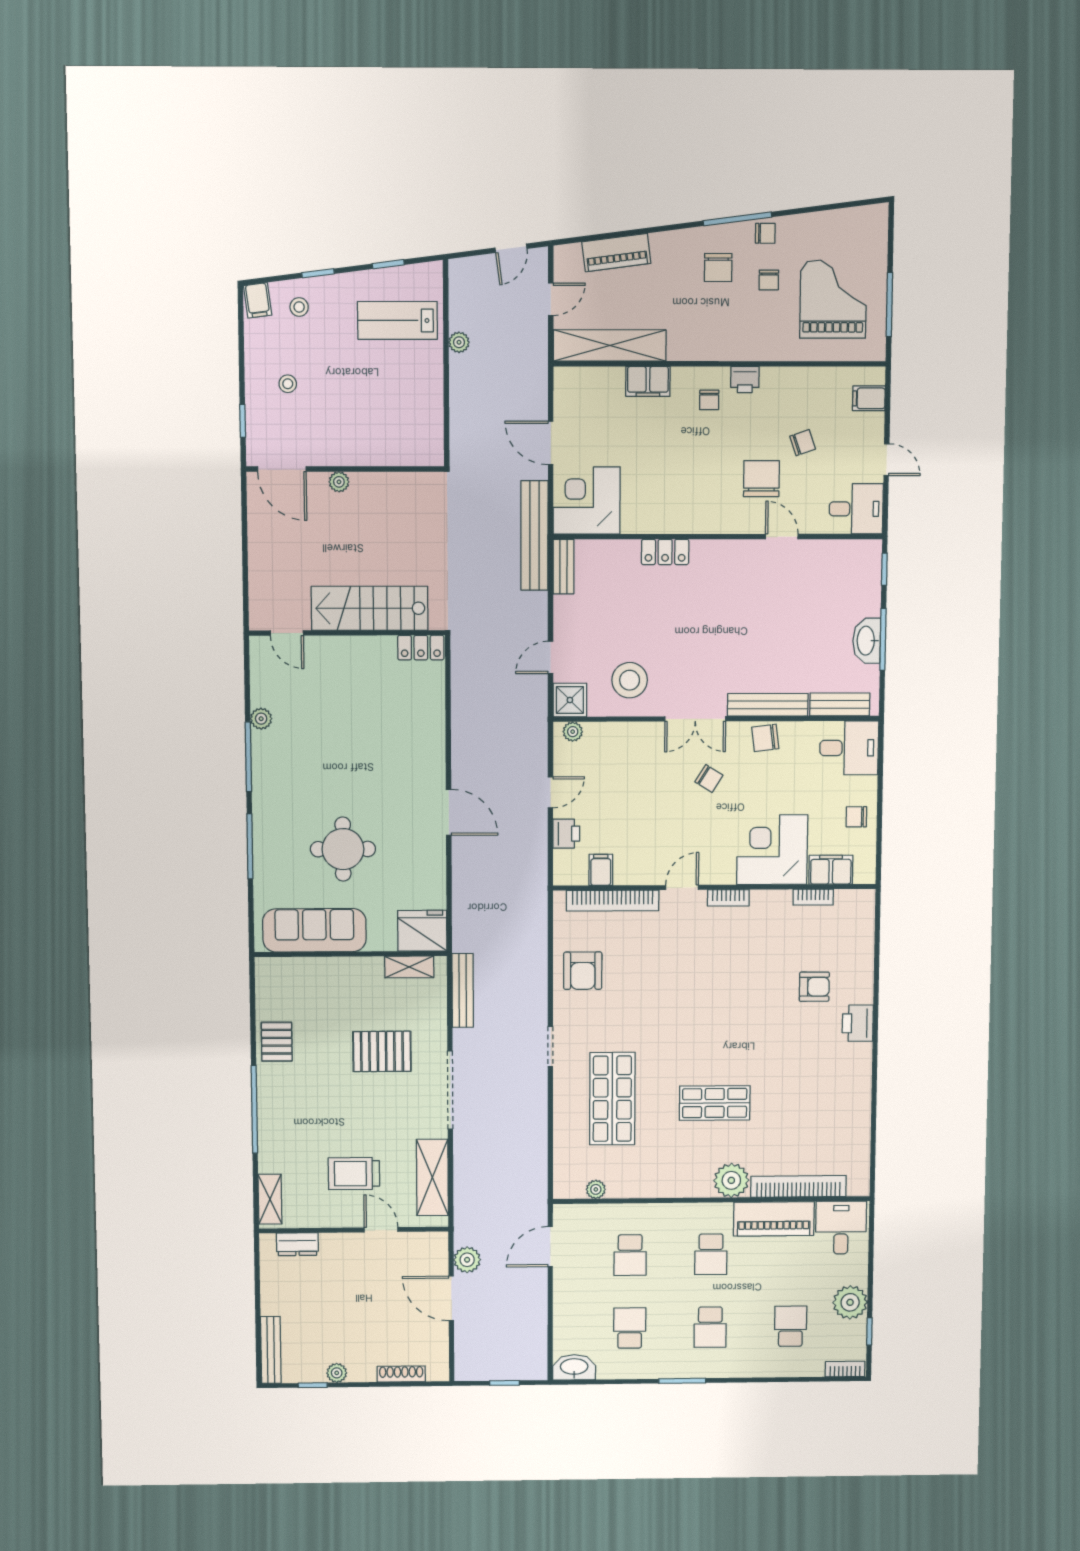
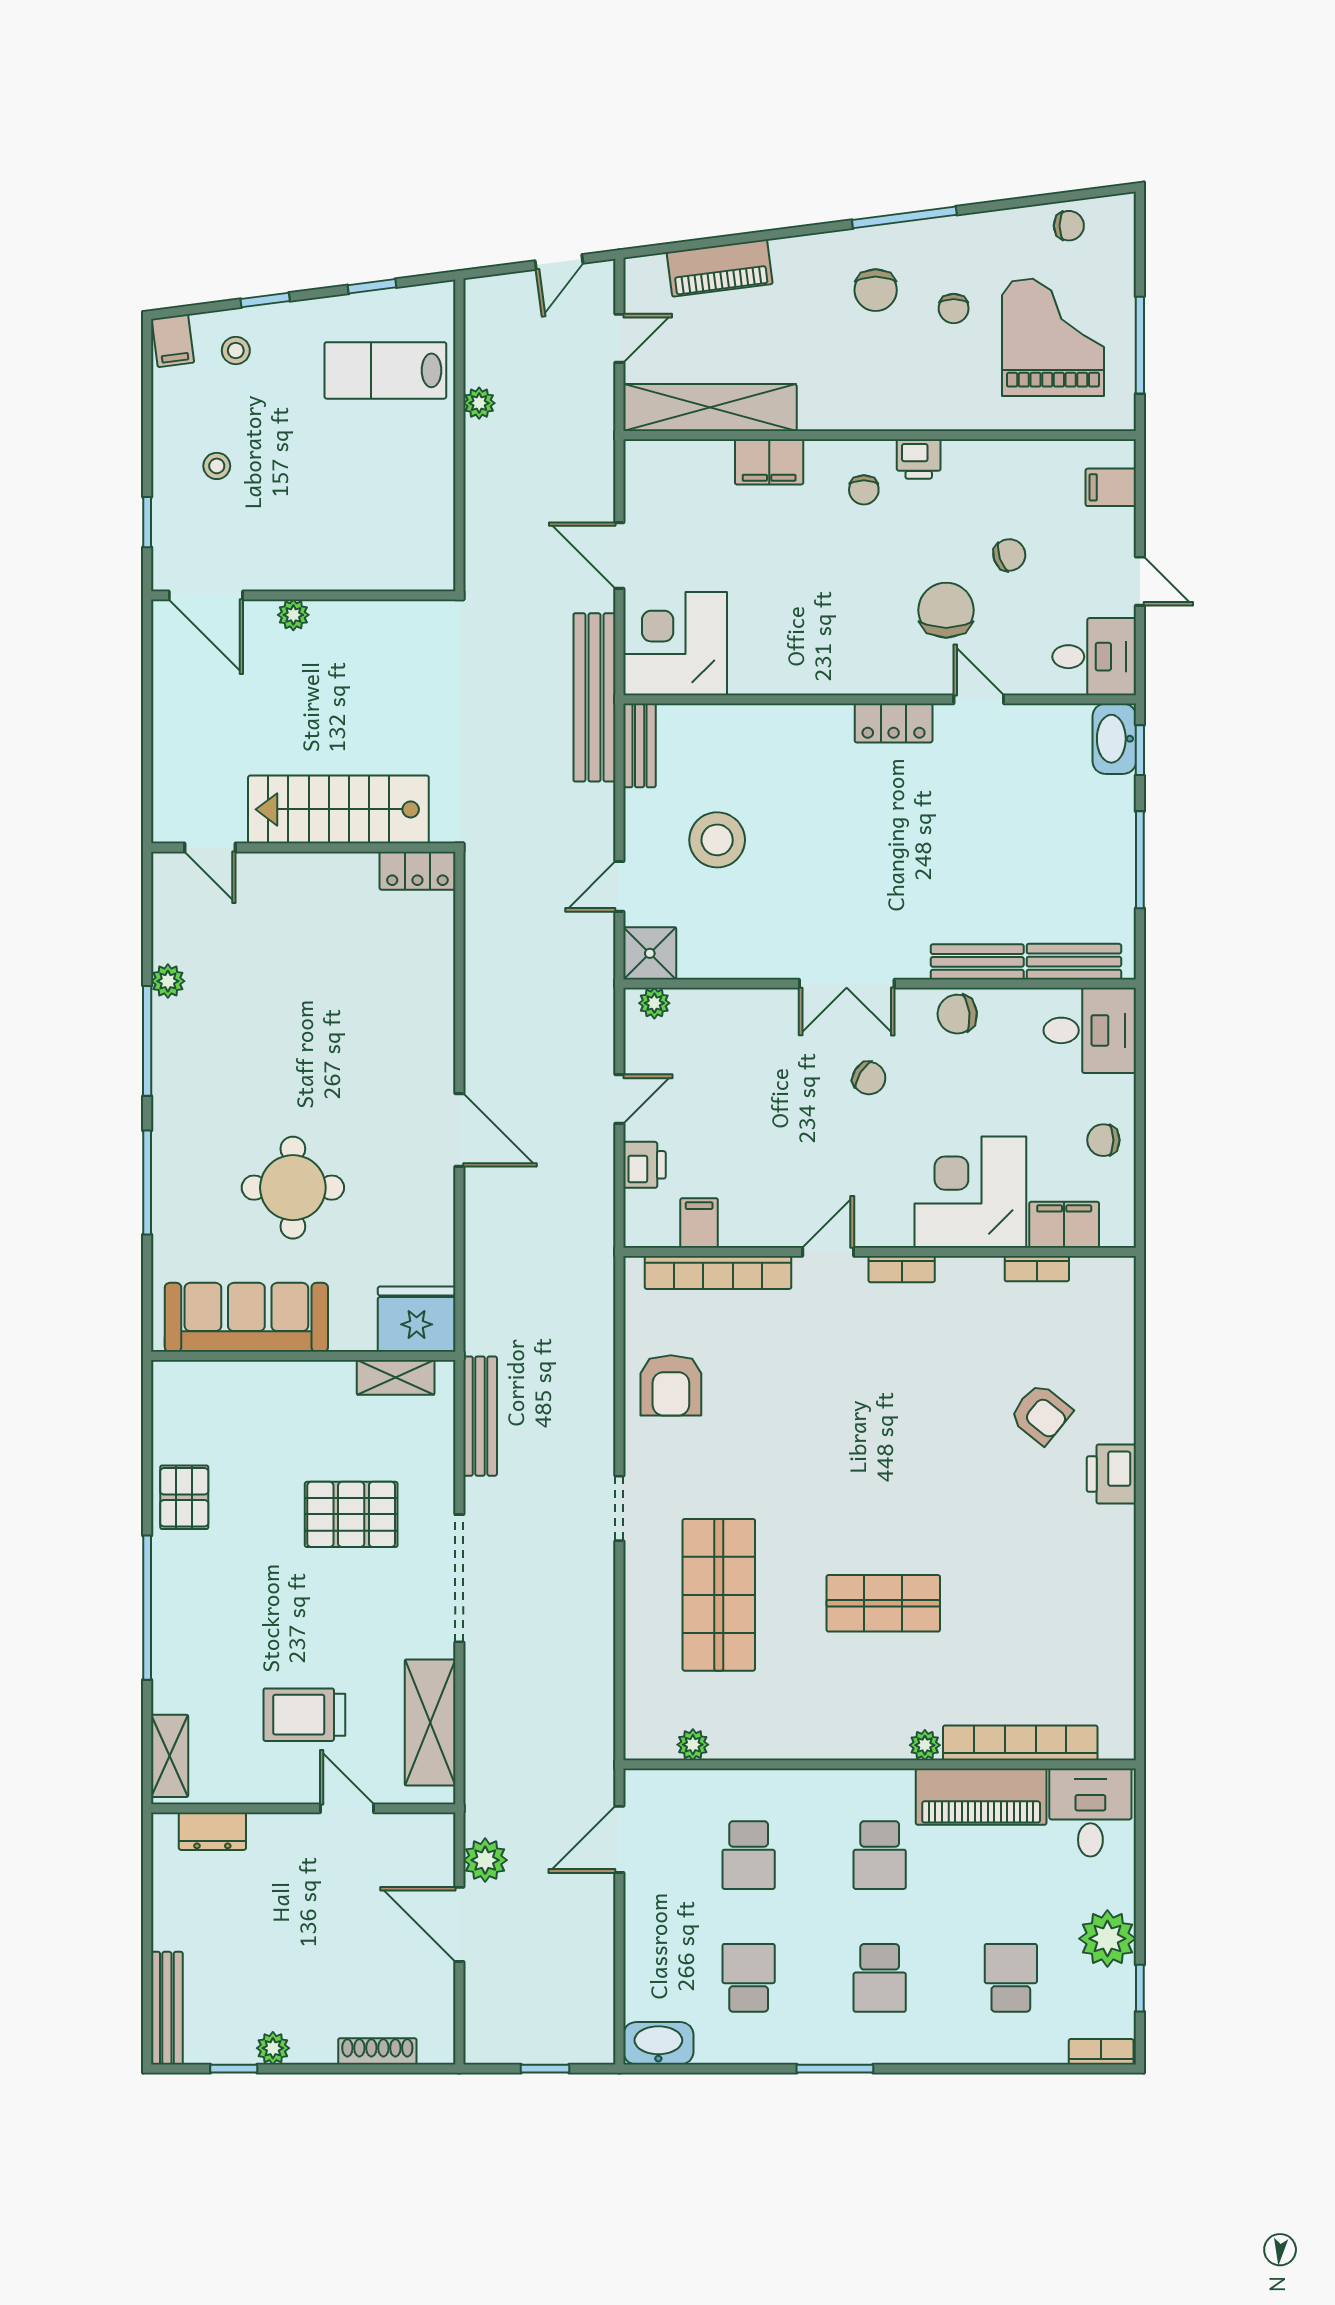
chair: (765, 233) -> (1069, 226), moved
locker: (665, 552) -> (894, 723), moved
washbasin: (867, 641) -> (1114, 739), moved
stool: (630, 680) -> (717, 840), moved
bench: (768, 705) -> (977, 962), width x0.73
armchair: (814, 987) -> (1041, 1414), turned 39
plant: (731, 1180) -> (925, 1745), width x0.53, depth x0.53

